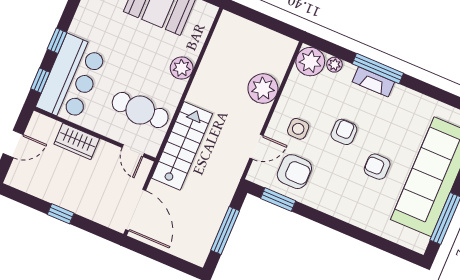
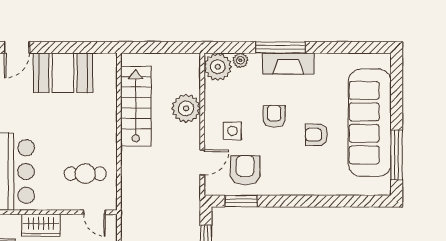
plant: (182, 68) -> (106, 121), removed
fireplace: (373, 82) -> (288, 64), width x1.37, depth x1.32
cafe table: (140, 110) -> (85, 174), width x0.73, depth x0.74
stairs: (182, 146) -> (136, 106), moved
armchair: (294, 172) -> (245, 170), turned -90

